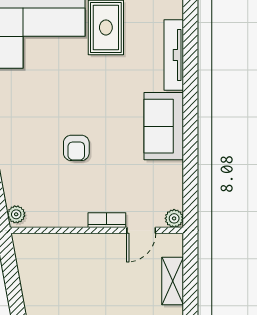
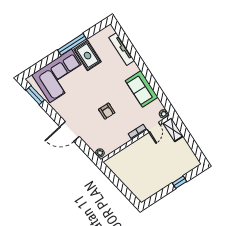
sofa: (164, 126) -> (142, 89), moved
shelving: (173, 281) -> (173, 130), moved

